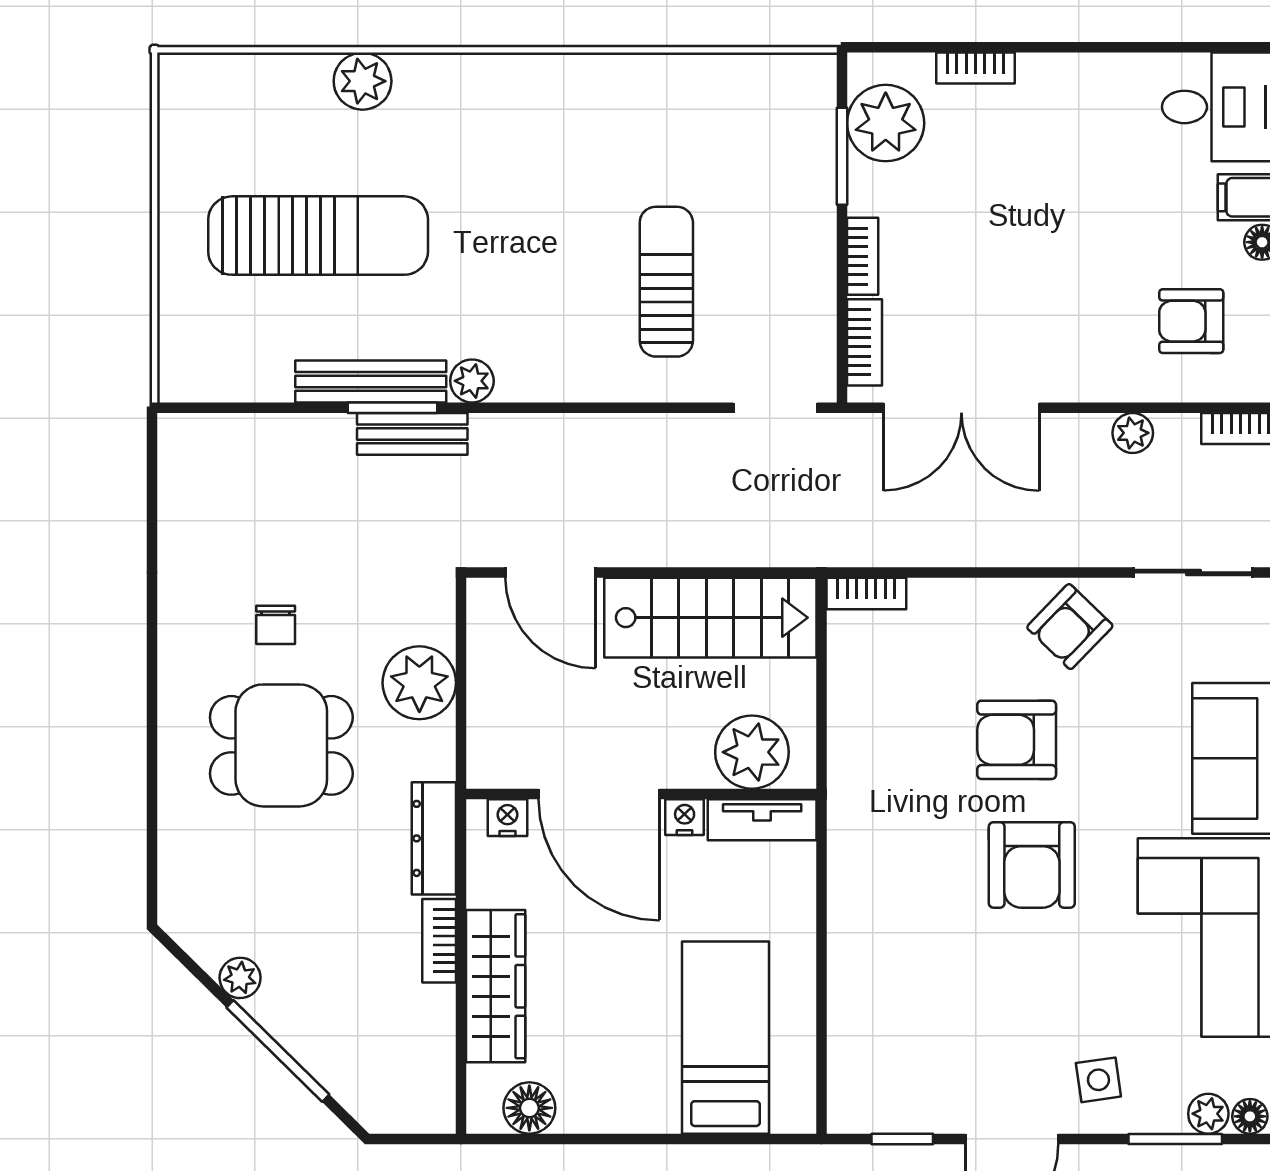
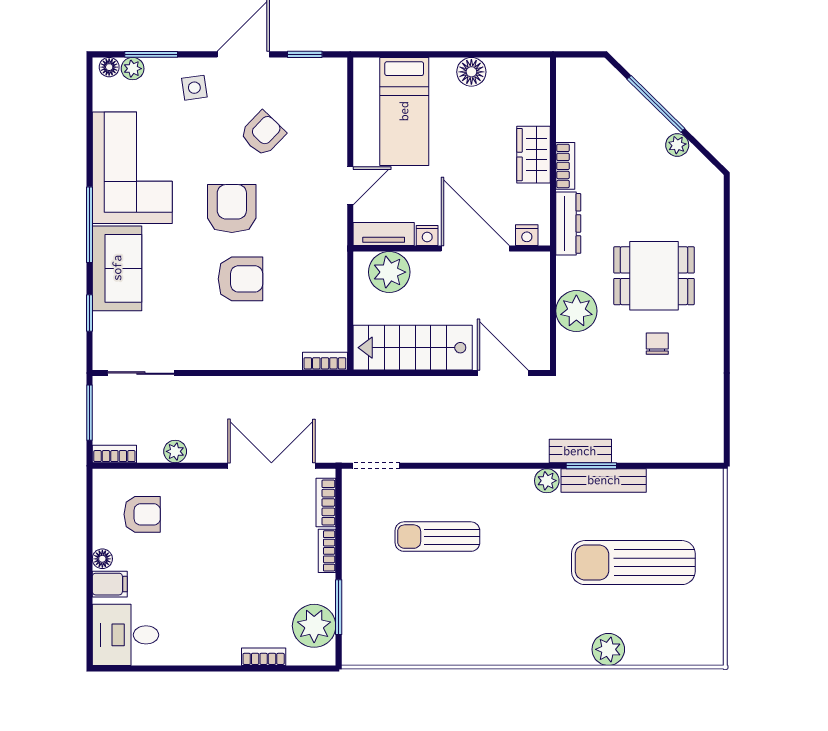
sun lounger: (666, 282) -> (437, 537), turned 90
armchair: (1070, 627) -> (263, 134), moved
door: (821, 905) -> (350, 186), added
wardrobe: (496, 986) -> (533, 155), width x0.67
floor lamp: (529, 1108) -> (471, 72), moved

